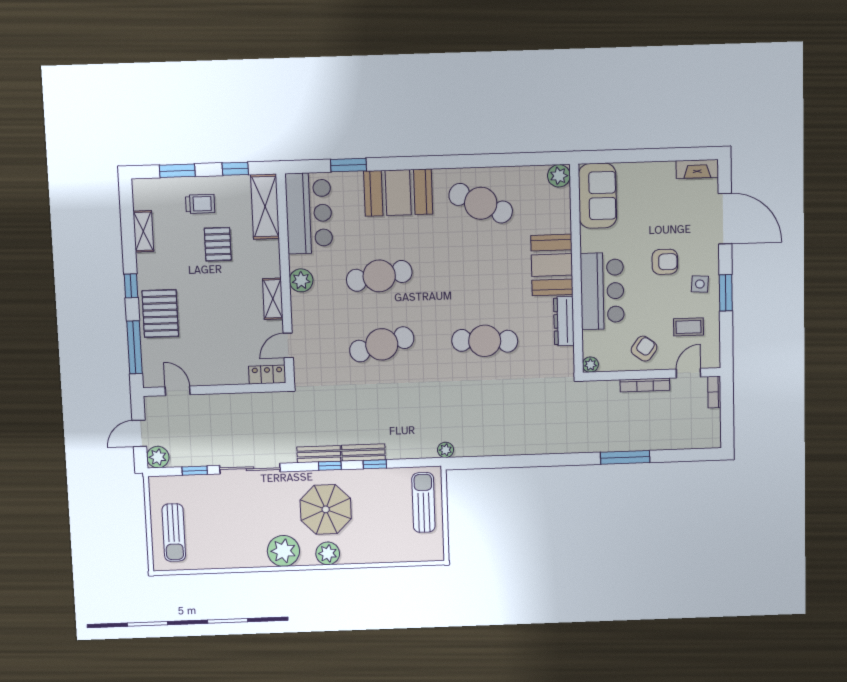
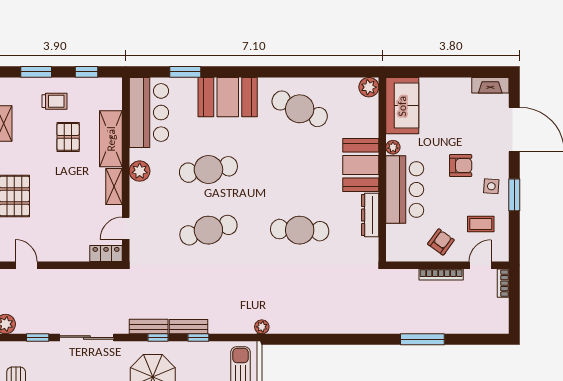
shelving: (265, 207) -> (111, 139), moved
plant: (590, 365) -> (393, 147), moved

